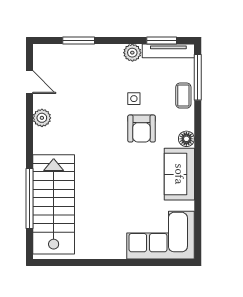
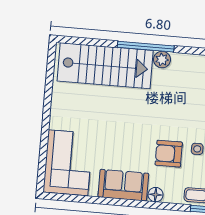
plant: (42, 118) -> (162, 60), moved
window: (30, 199) -> (146, 47), moved

